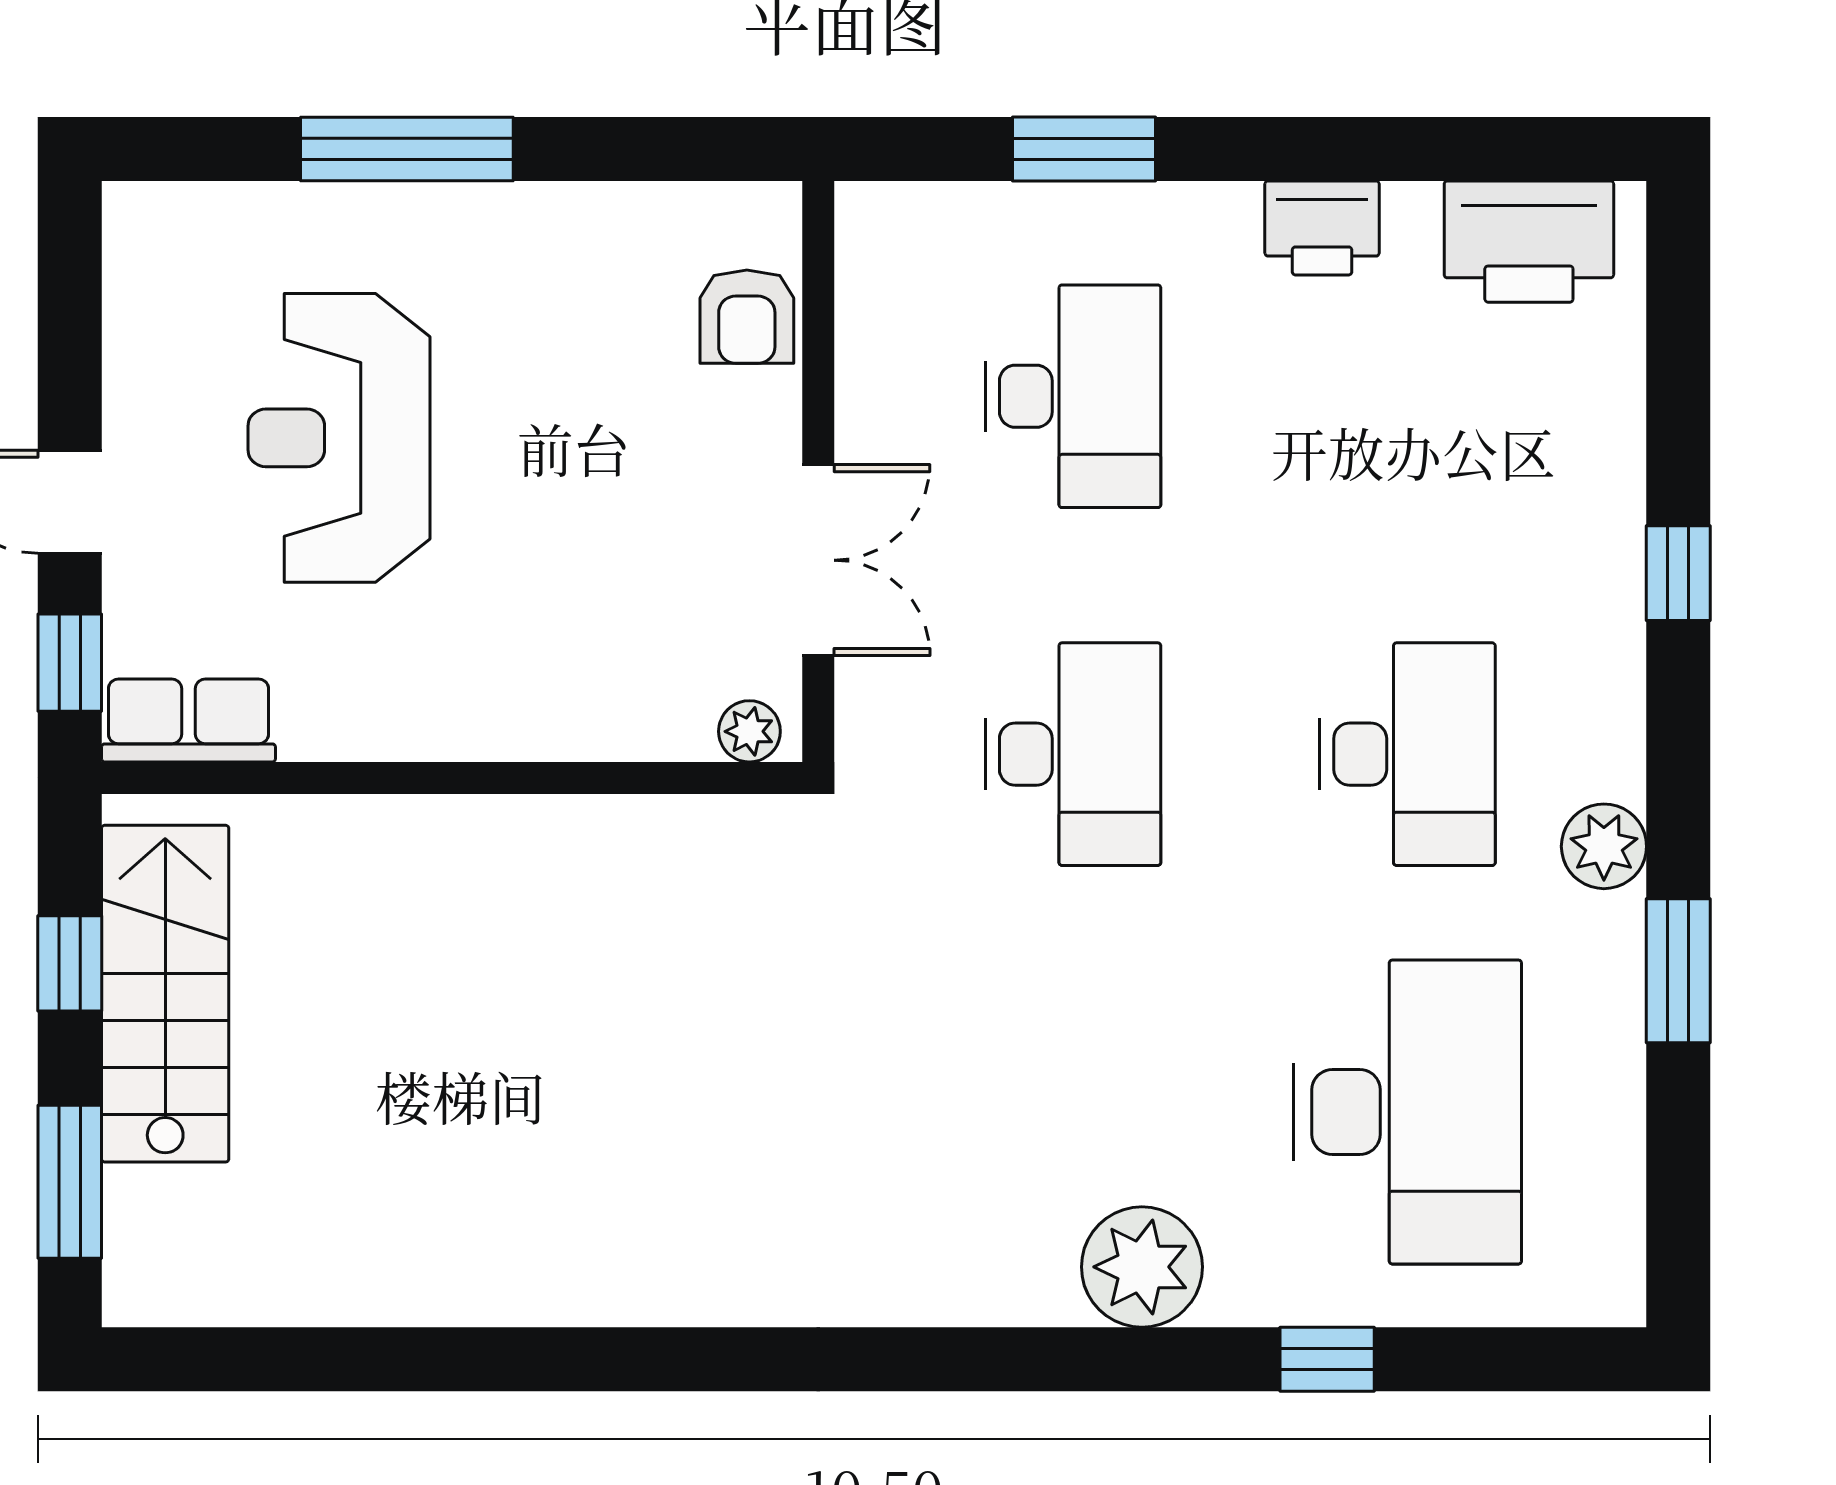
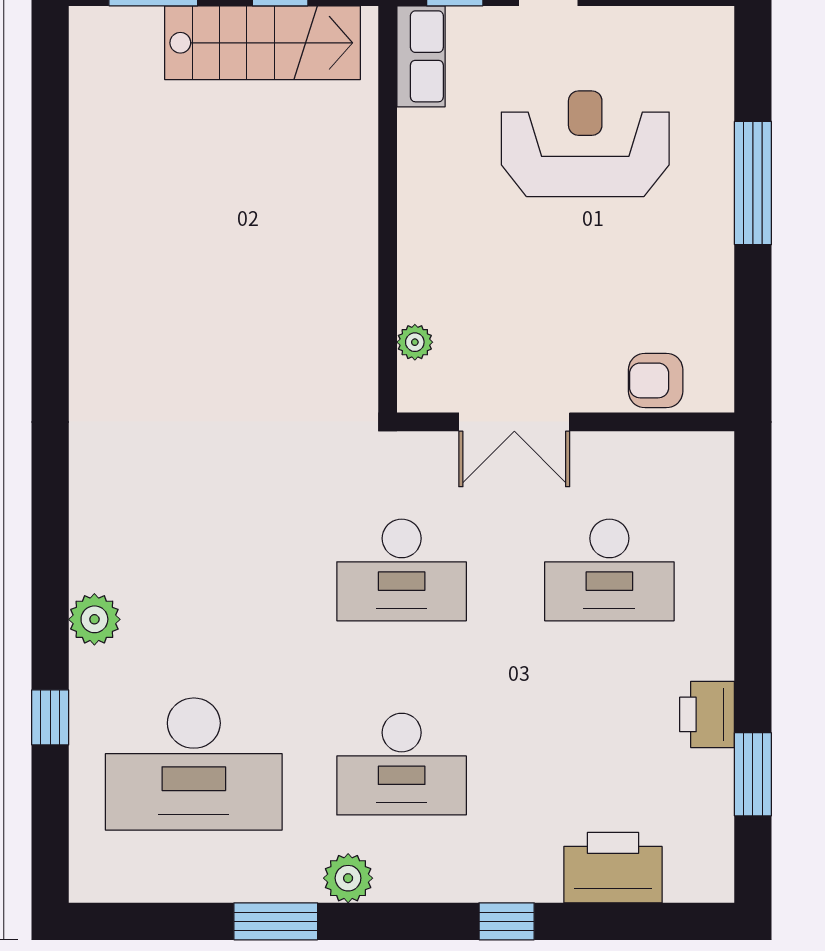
window: (1084, 149) -> (753, 774), moved
printer: (1529, 242) -> (613, 868), moved, turned 90
plant: (749, 731) -> (415, 342), moved
plant: (1142, 1267) -> (94, 619), width x0.73, depth x0.73

